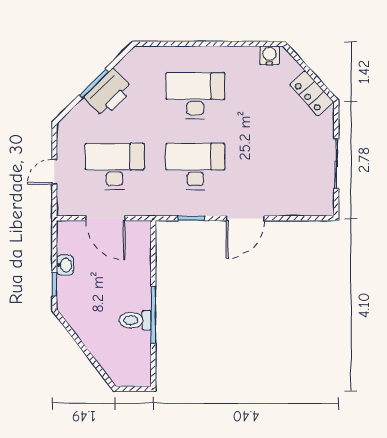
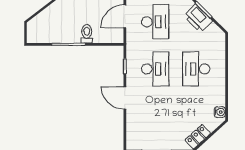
desk: (195, 96) -> (196, 69), turned 180
toilet: (135, 320) -> (87, 34), moved

